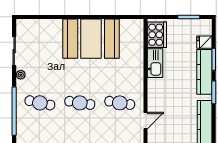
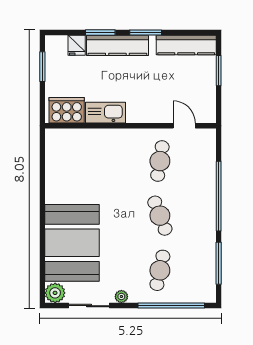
plant: (23, 26) -> (55, 293), added
booth: (91, 39) -> (72, 243), moved
cafe table: (80, 103) -> (160, 216), turned -30

